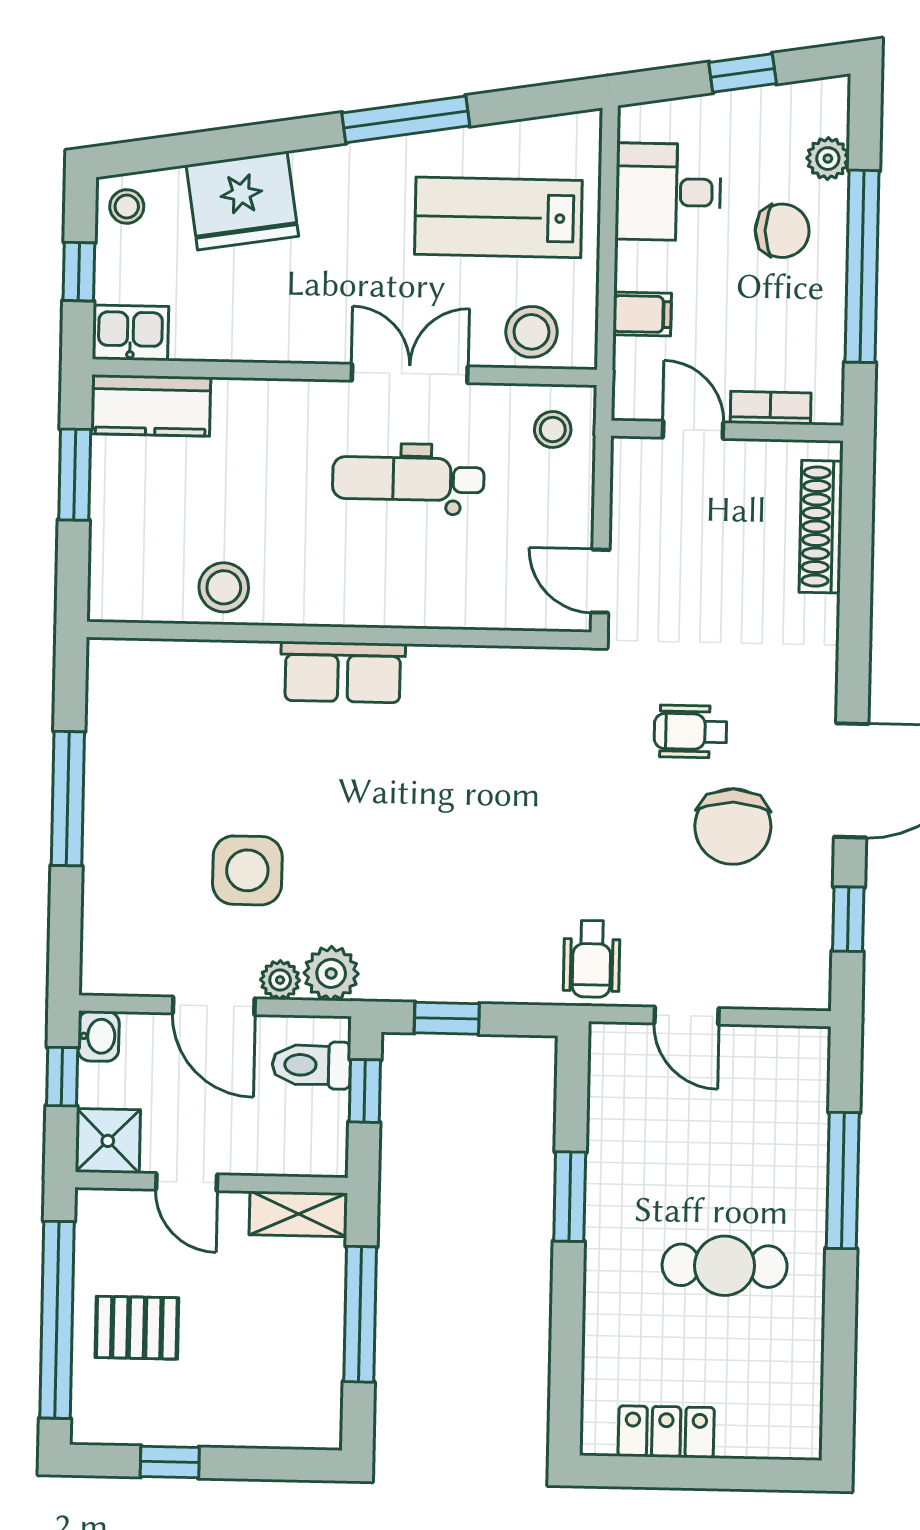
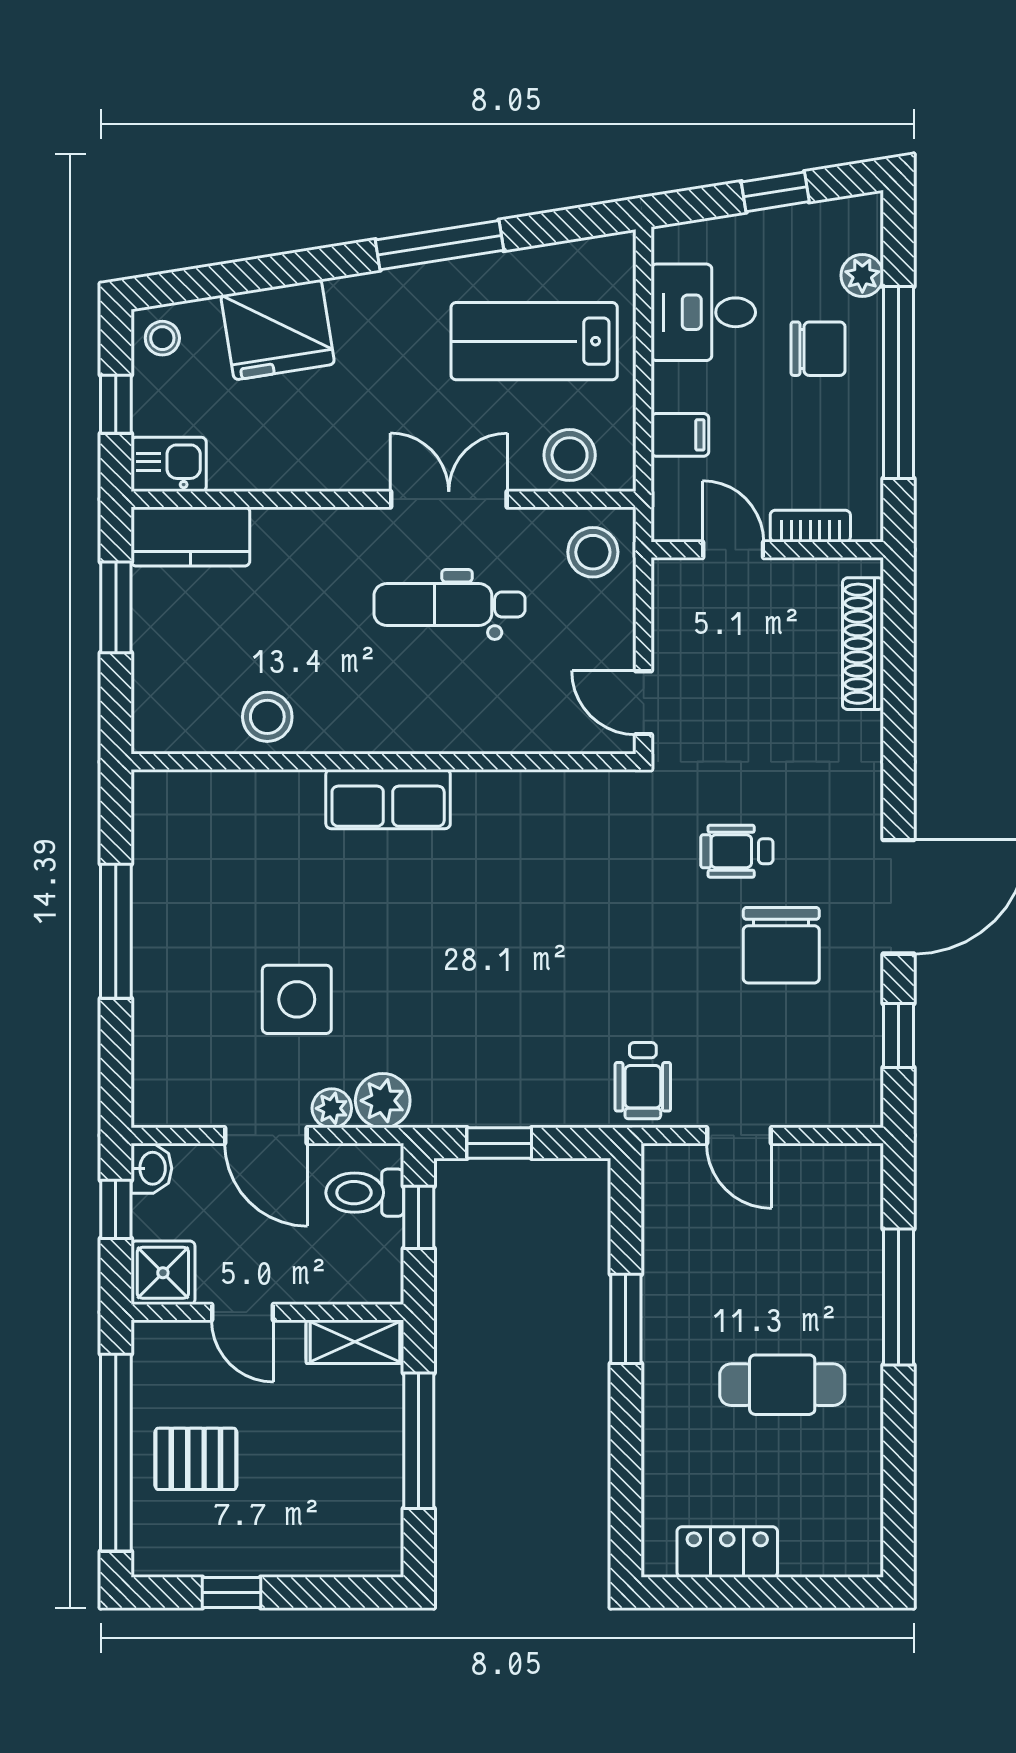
stool: (553, 430) -> (593, 552), width x1.37, depth x1.37

